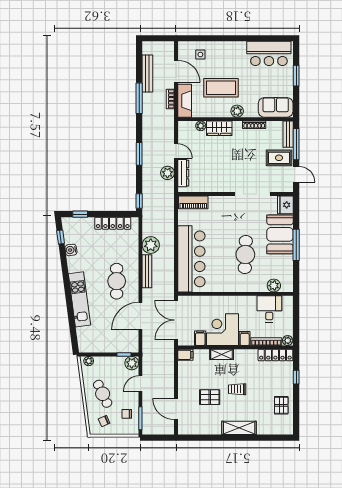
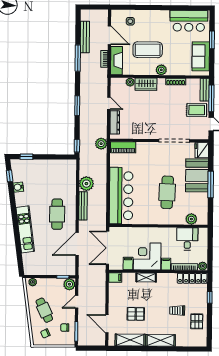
sofa: (276, 107) -> (201, 56), moved, turned -90
plant: (167, 173) -> (101, 144), moved
locker: (113, 223) -> (54, 165), removed
trolley: (237, 389) -> (177, 311), moved
shelving: (203, 428) -> (130, 340), added

